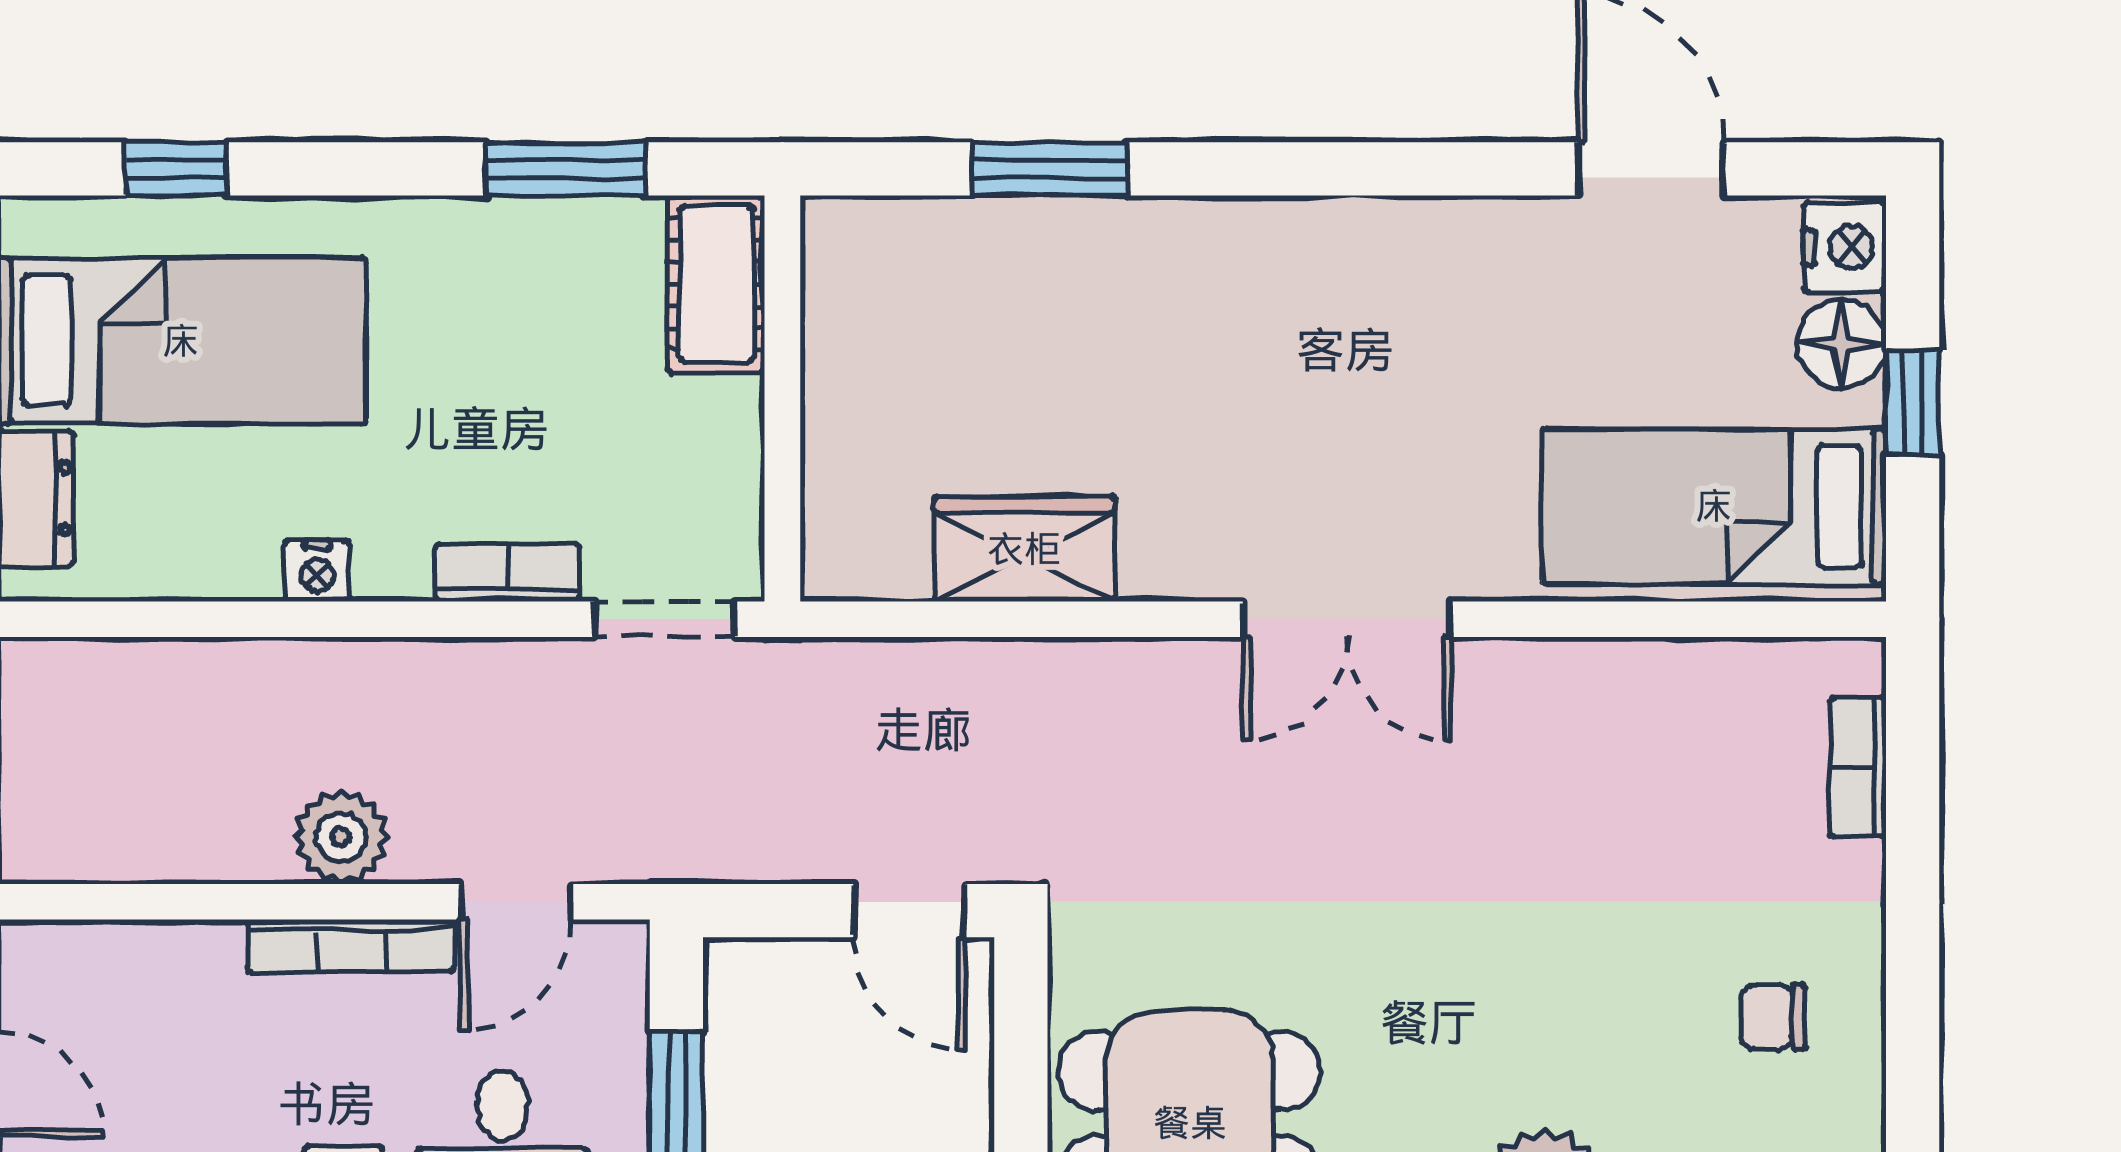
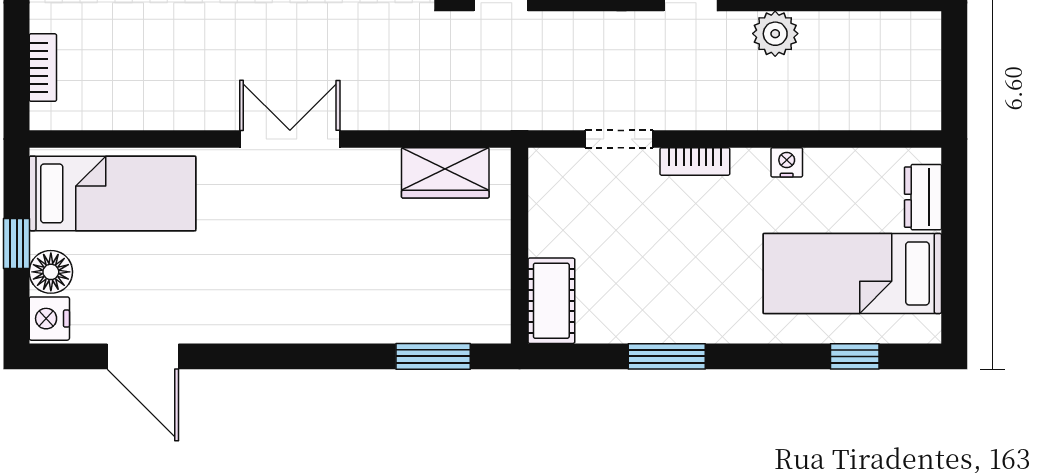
cot: (716, 284) -> (551, 301), moved
wall: (782, 398) -> (520, 246), moved

